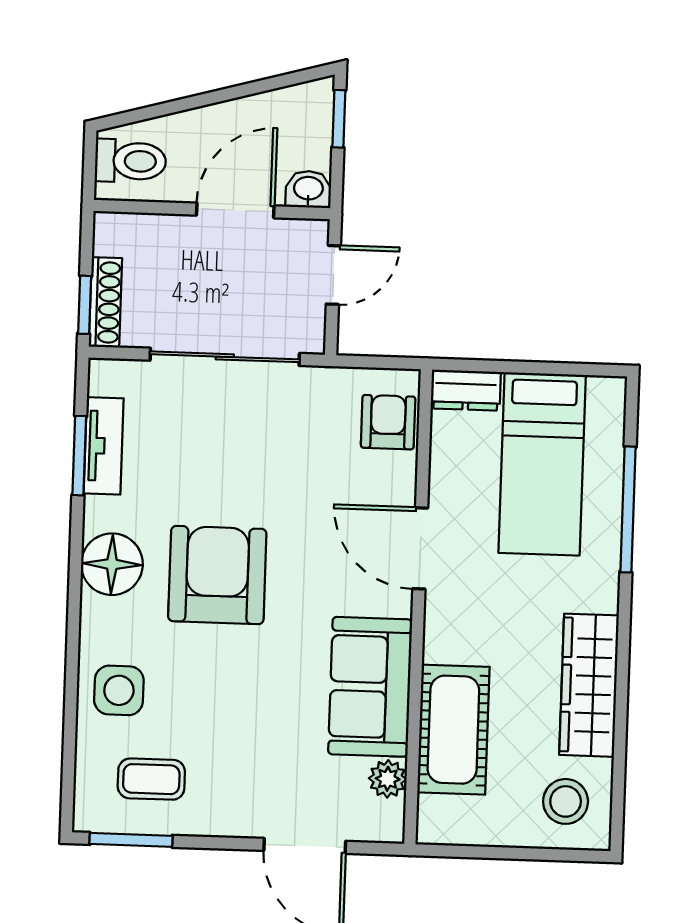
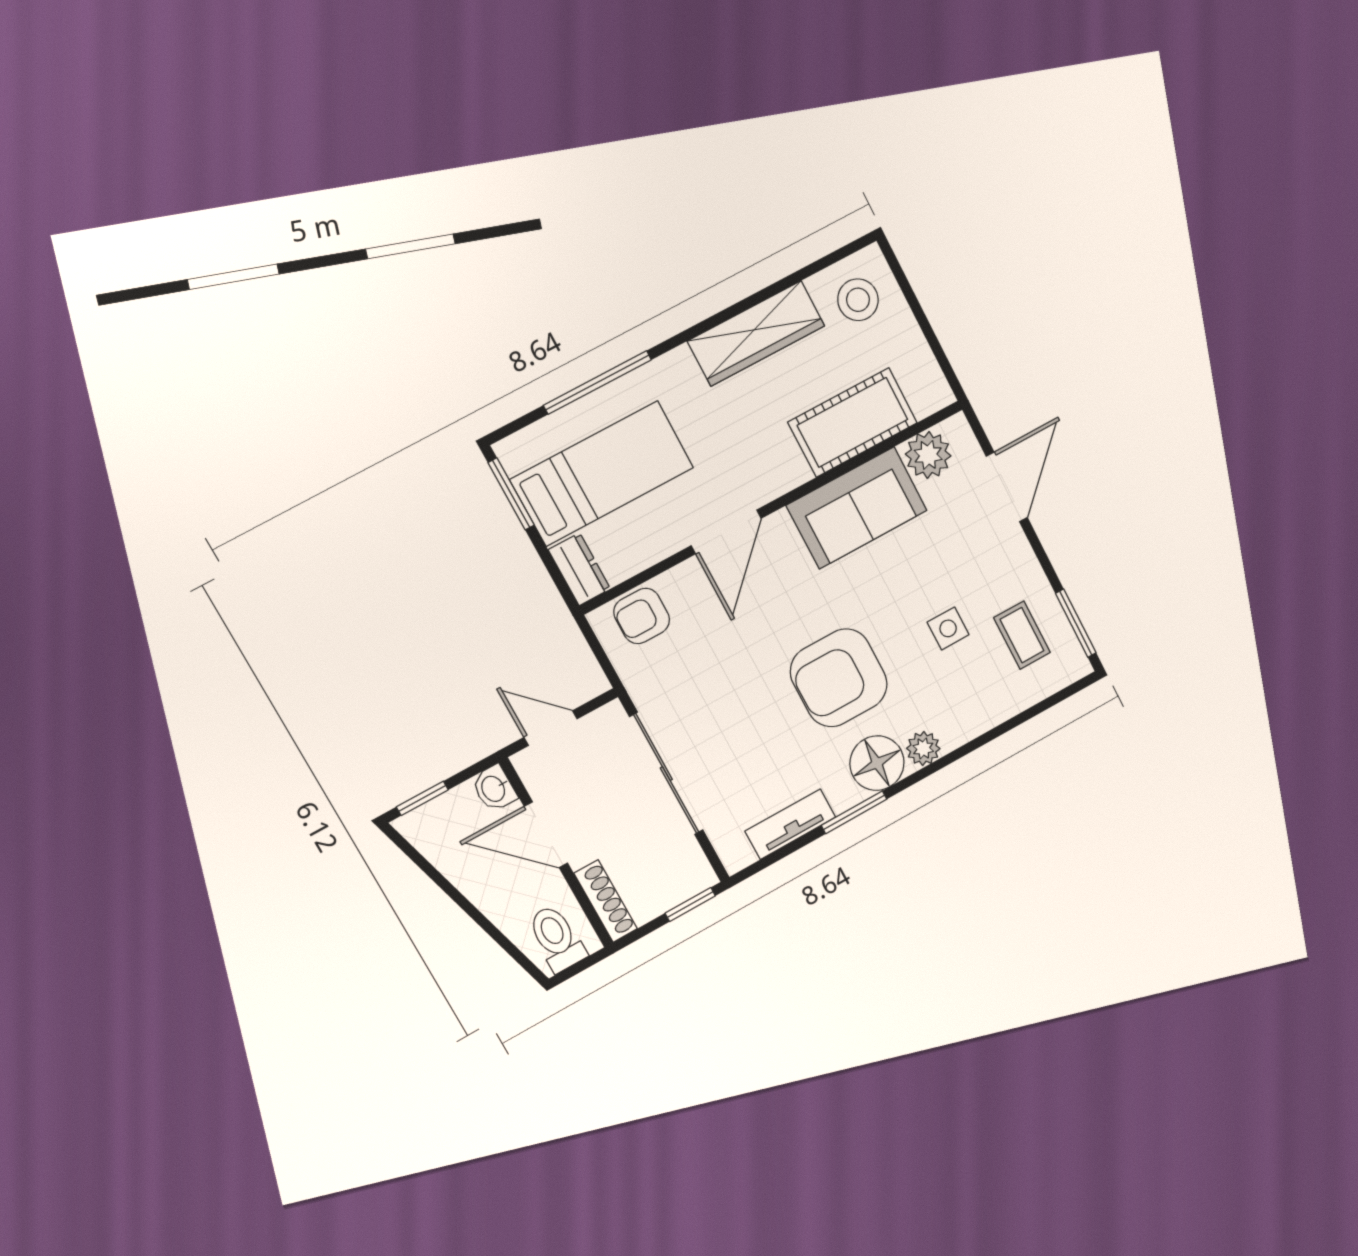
shoe rack: (105, 302) -> (606, 901), moved, turned 90
window: (572, 369) -> (511, 494), added
window: (79, 456) -> (854, 812), moved
plant: (99, 618) -> (923, 748), added
side table: (119, 690) -> (948, 628), moved, width x0.73, depth x0.73
plant: (388, 779) -> (928, 455), width x1.38, depth x1.38

